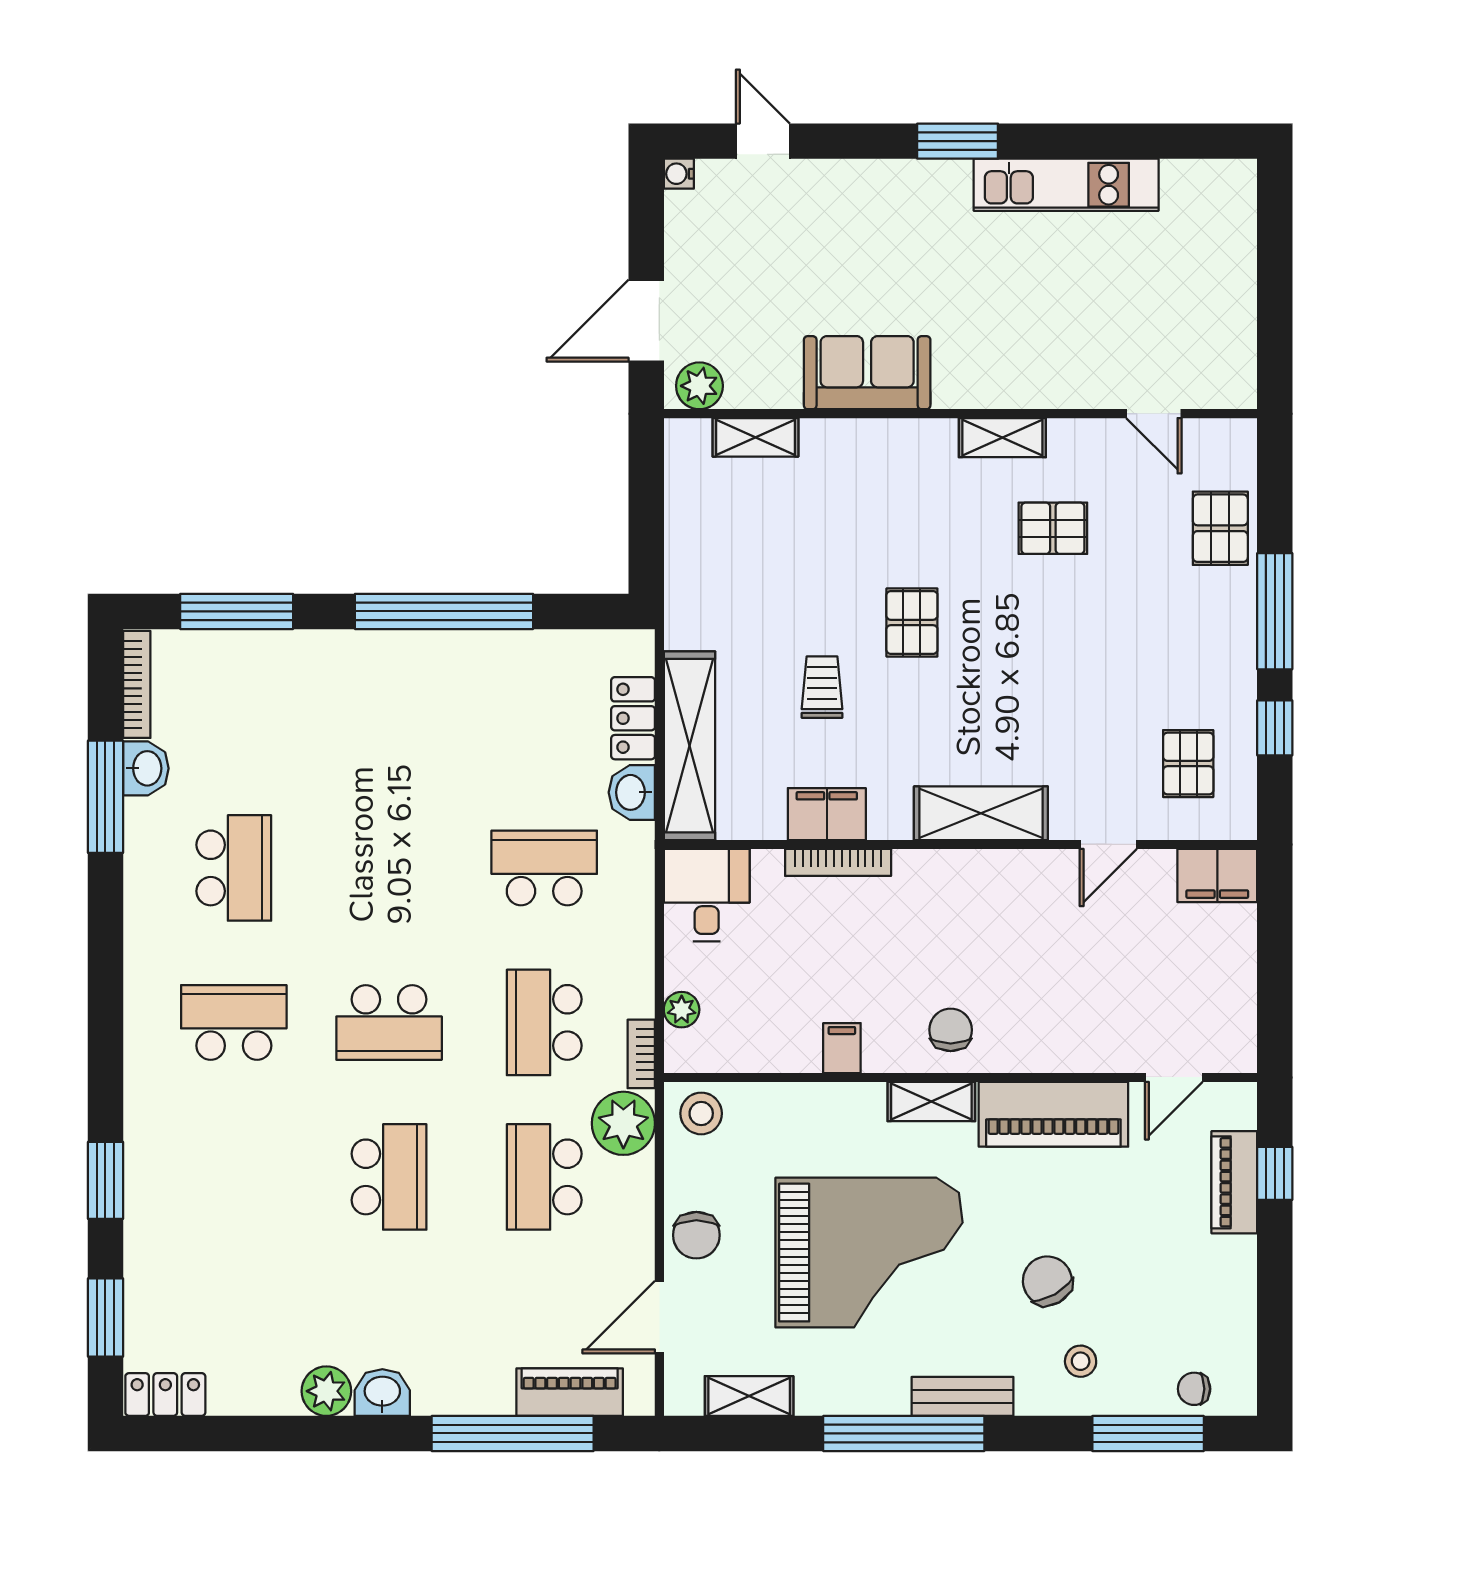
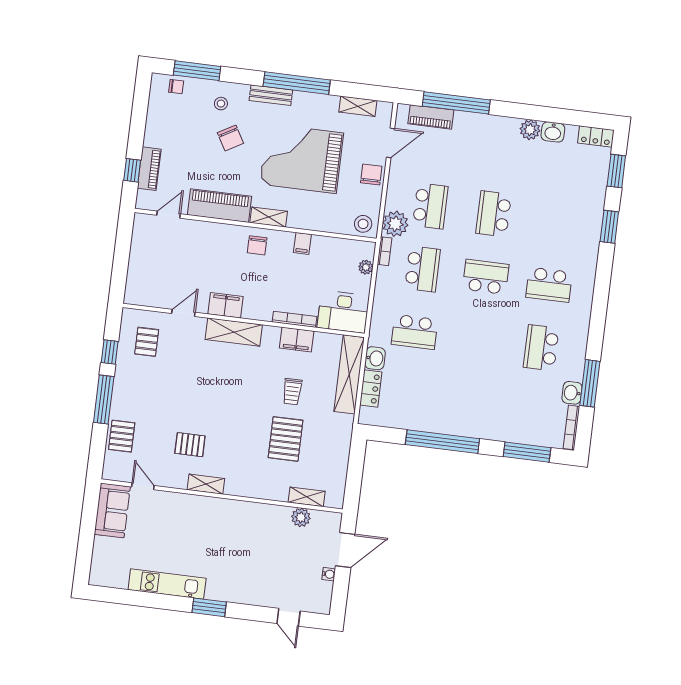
water cooler: (679, 174) -> (329, 574), moved
sofa: (867, 373) -> (112, 510), moved, turned -90
plant: (699, 386) -> (301, 517), moved
pallet: (912, 622) -> (286, 439), moved, width x1.50, depth x1.42
filing cabinet: (1217, 875) -> (226, 305), moved
desk: (707, 895) -> (343, 312), width x1.37
washbasin: (382, 1393) -> (553, 132), moved

